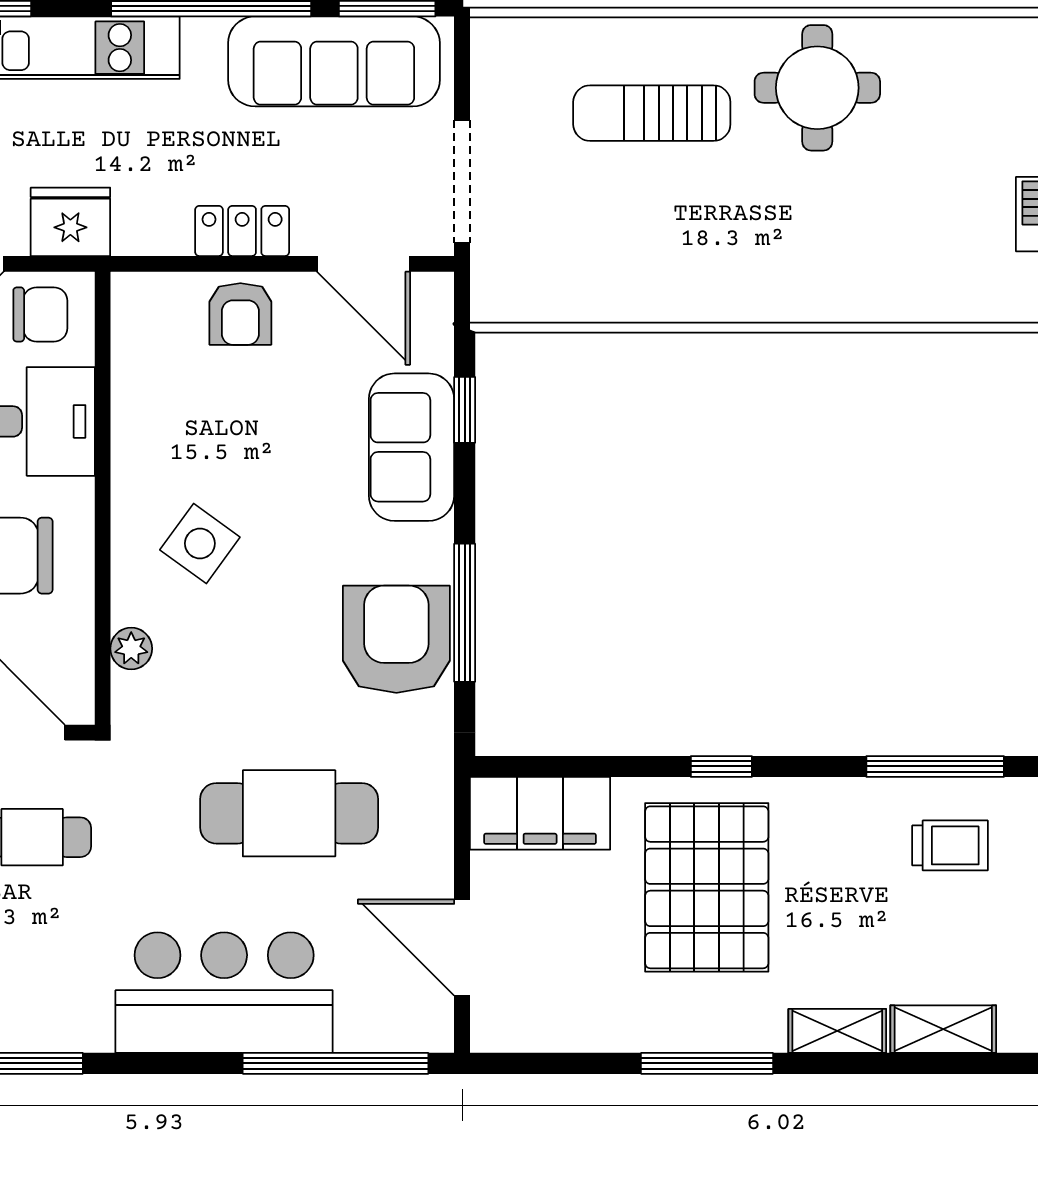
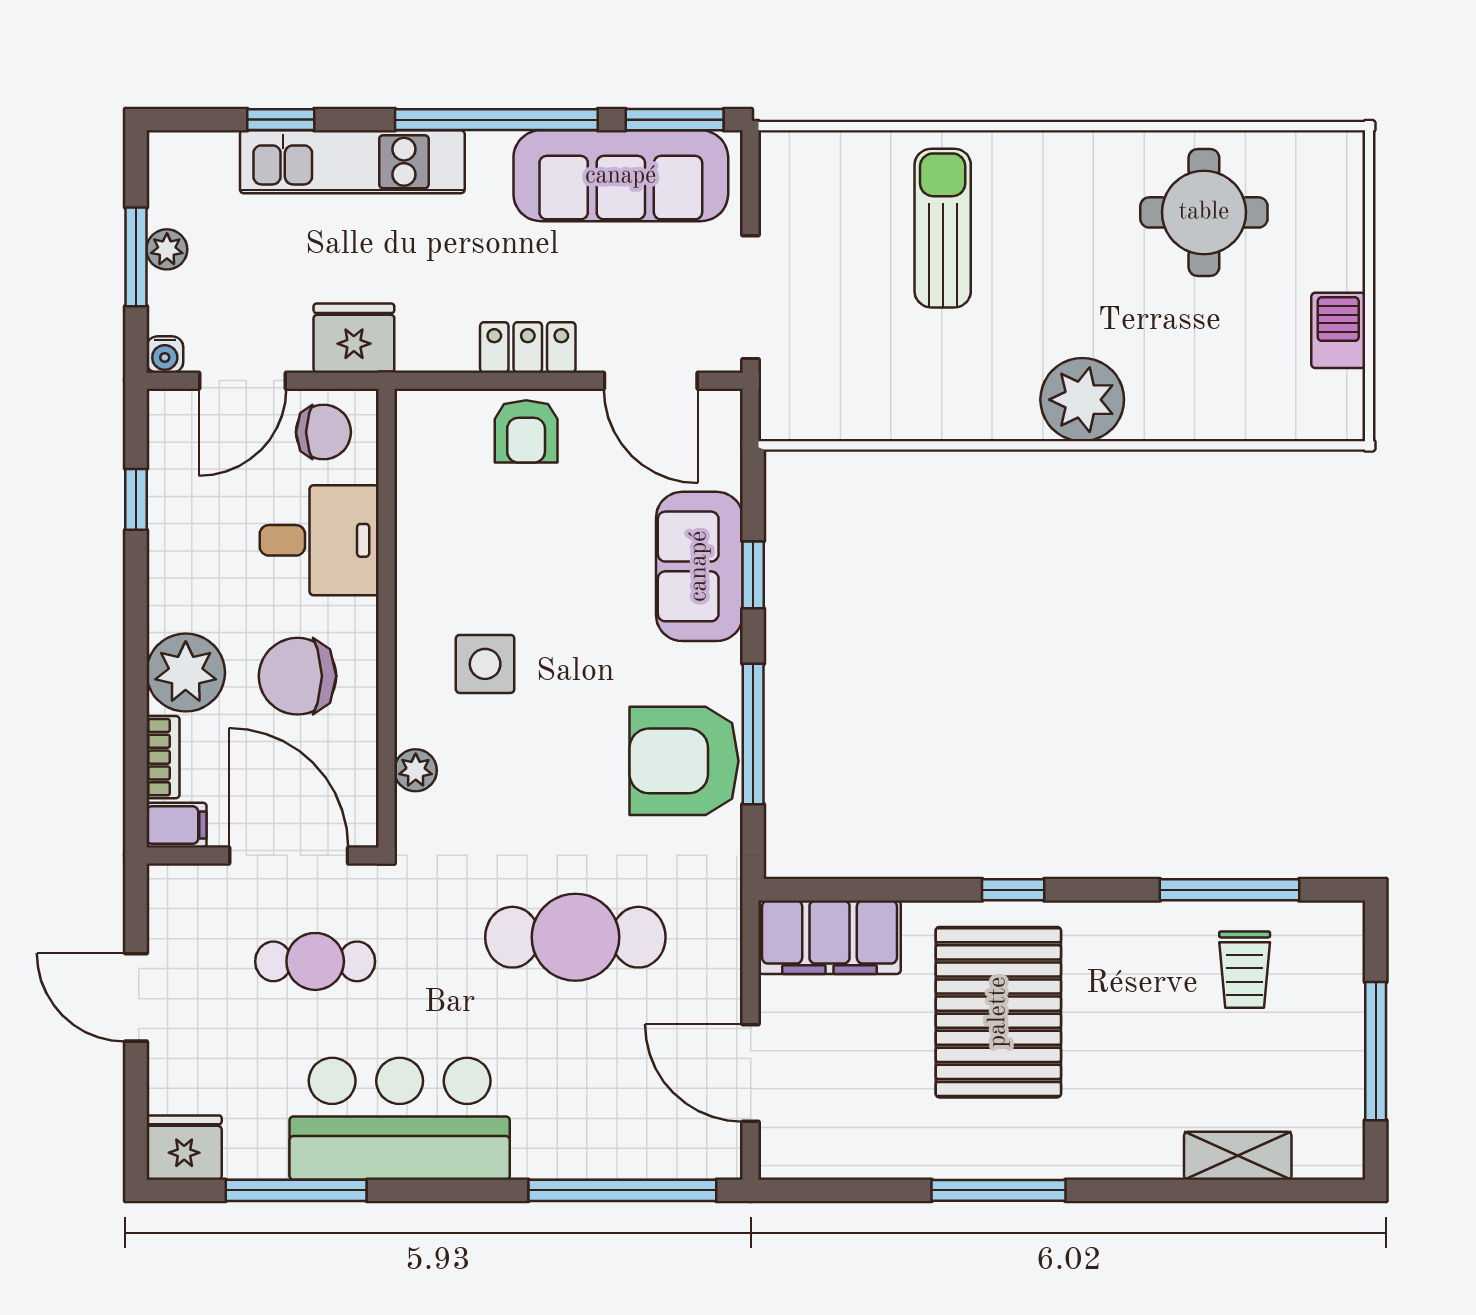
round table: (817, 88) -> (1204, 212), moved
sun lounger: (652, 113) -> (943, 228), turned 90
plant: (790, 283) -> (1082, 400), added
window: (465, 410) -> (753, 575), moved
side table: (200, 543) -> (485, 664), turned -36
armchair: (396, 639) -> (684, 761), turned -90
trolley: (950, 845) -> (1245, 970), turned 90
bar counter: (224, 993) -> (400, 1119), moved
shelving: (837, 1031) -> (1130, 1158), removed

